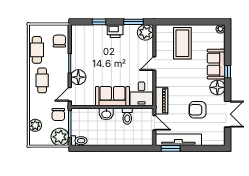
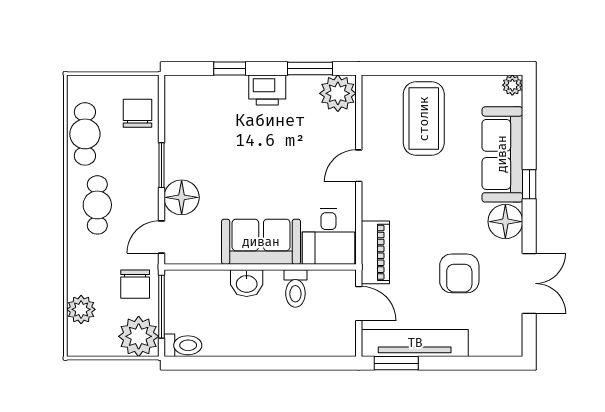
sofa: (216, 64) -> (502, 154), width x1.36
armchair: (198, 110) -> (459, 273), turned -90

